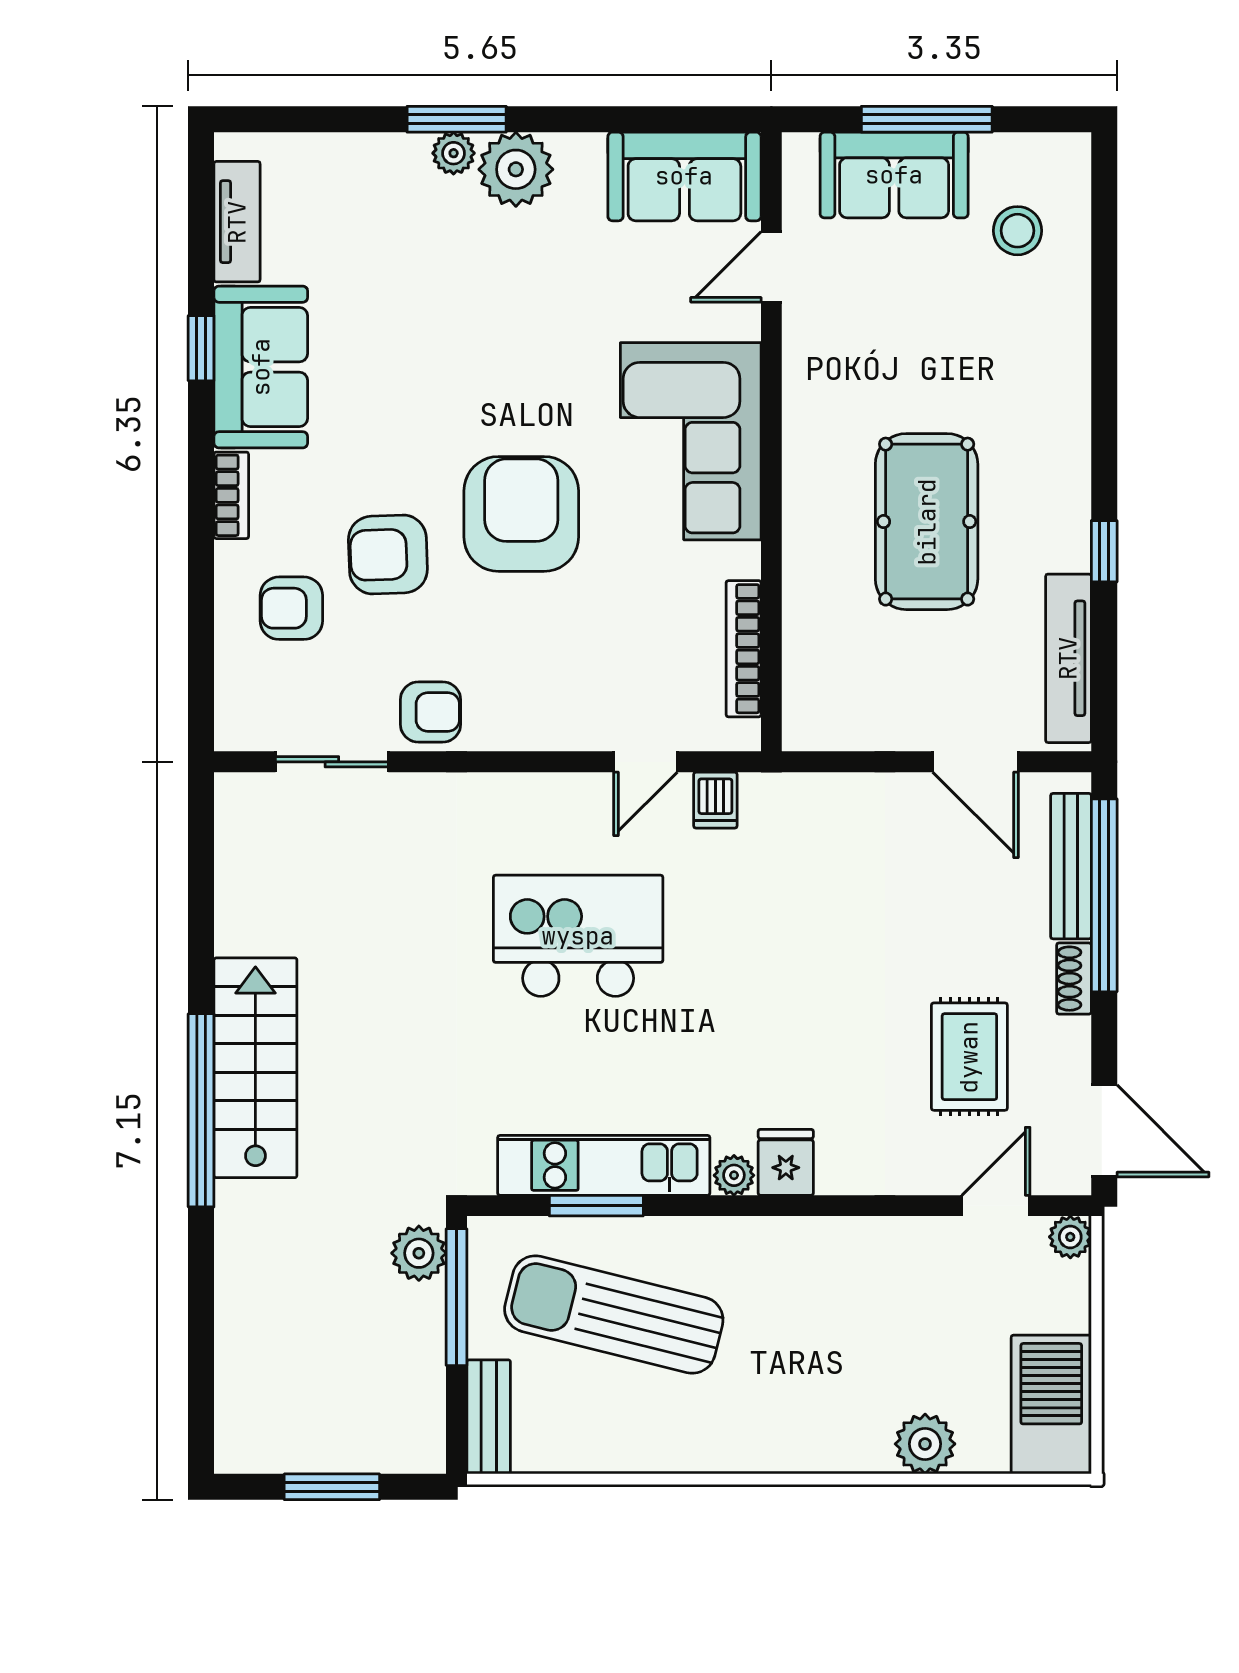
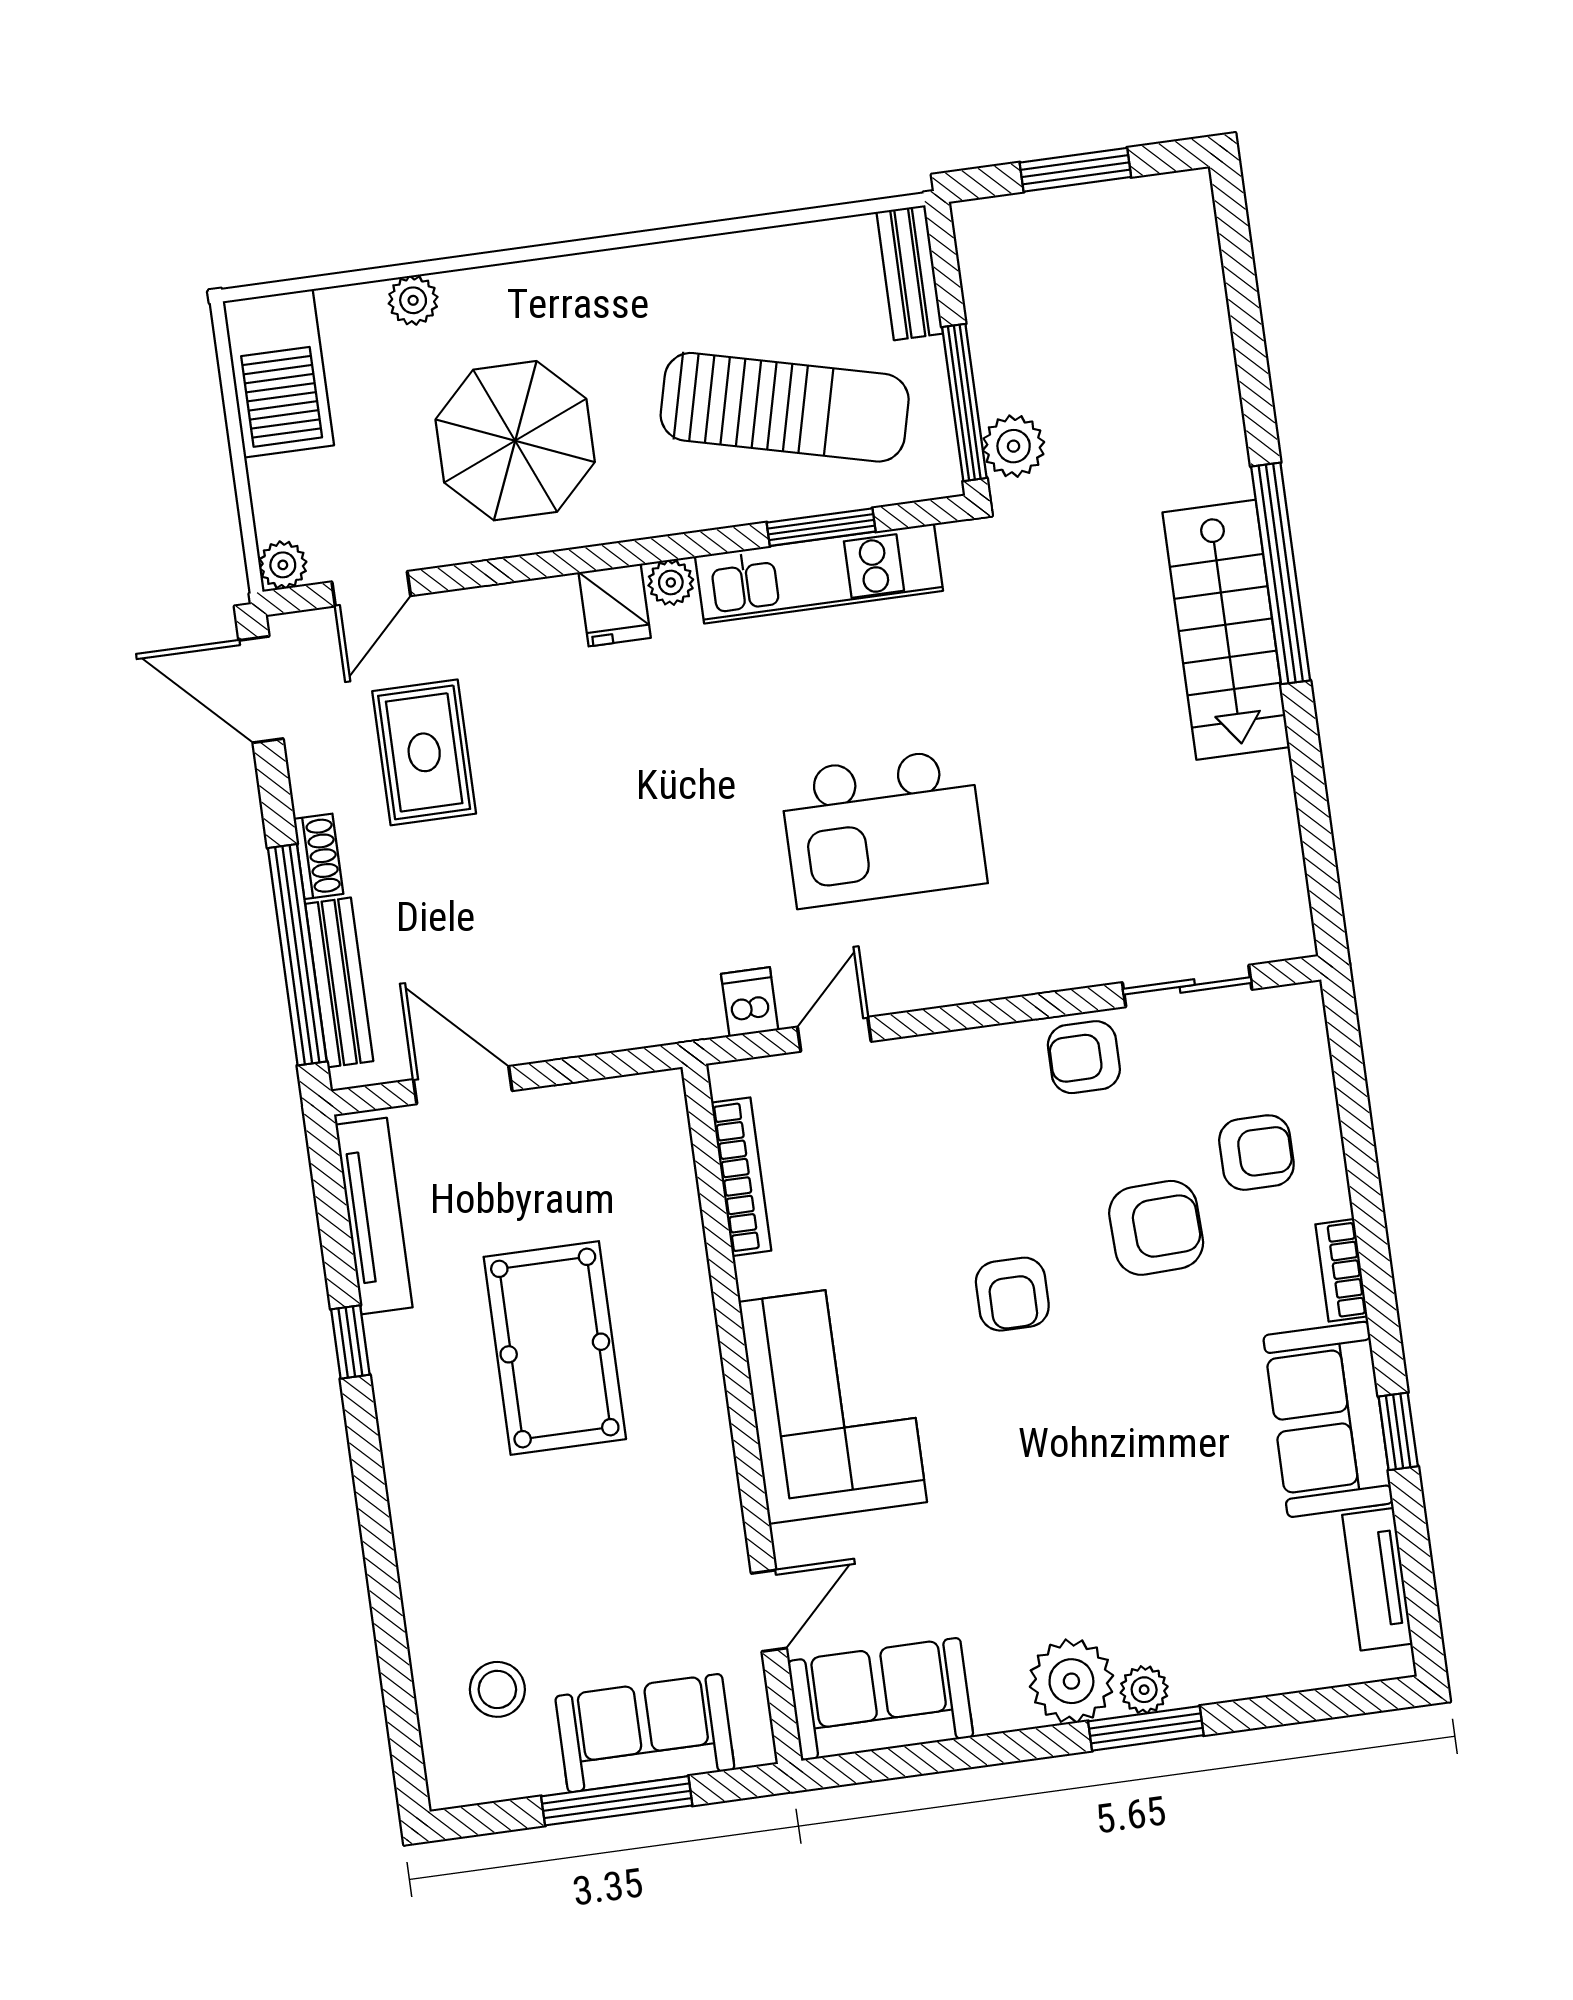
armchair: (521, 514) -> (1012, 1294), width x0.53, depth x0.53
parasol: (853, 1318) -> (515, 441), added
plant: (925, 1444) -> (413, 300), width x0.73, depth x0.73

